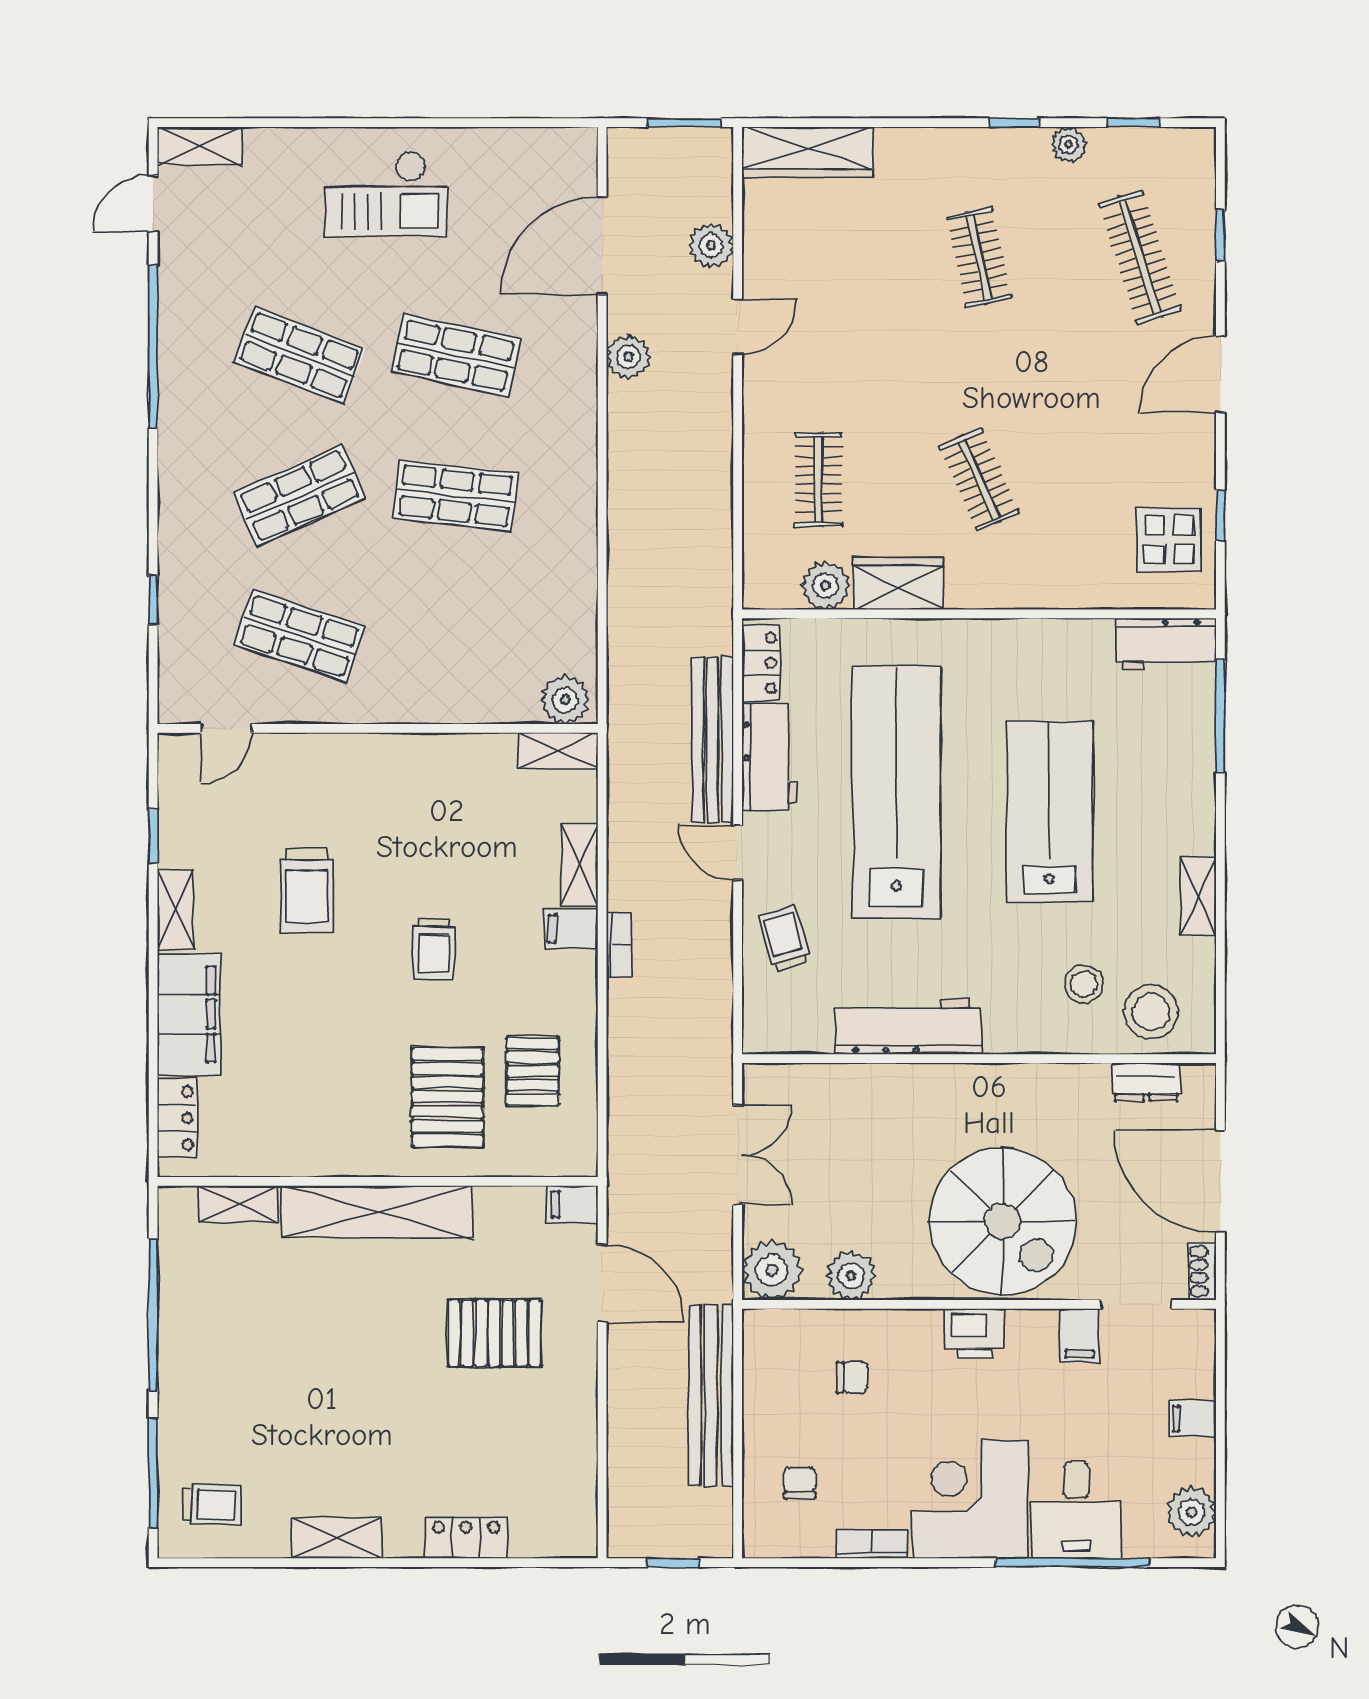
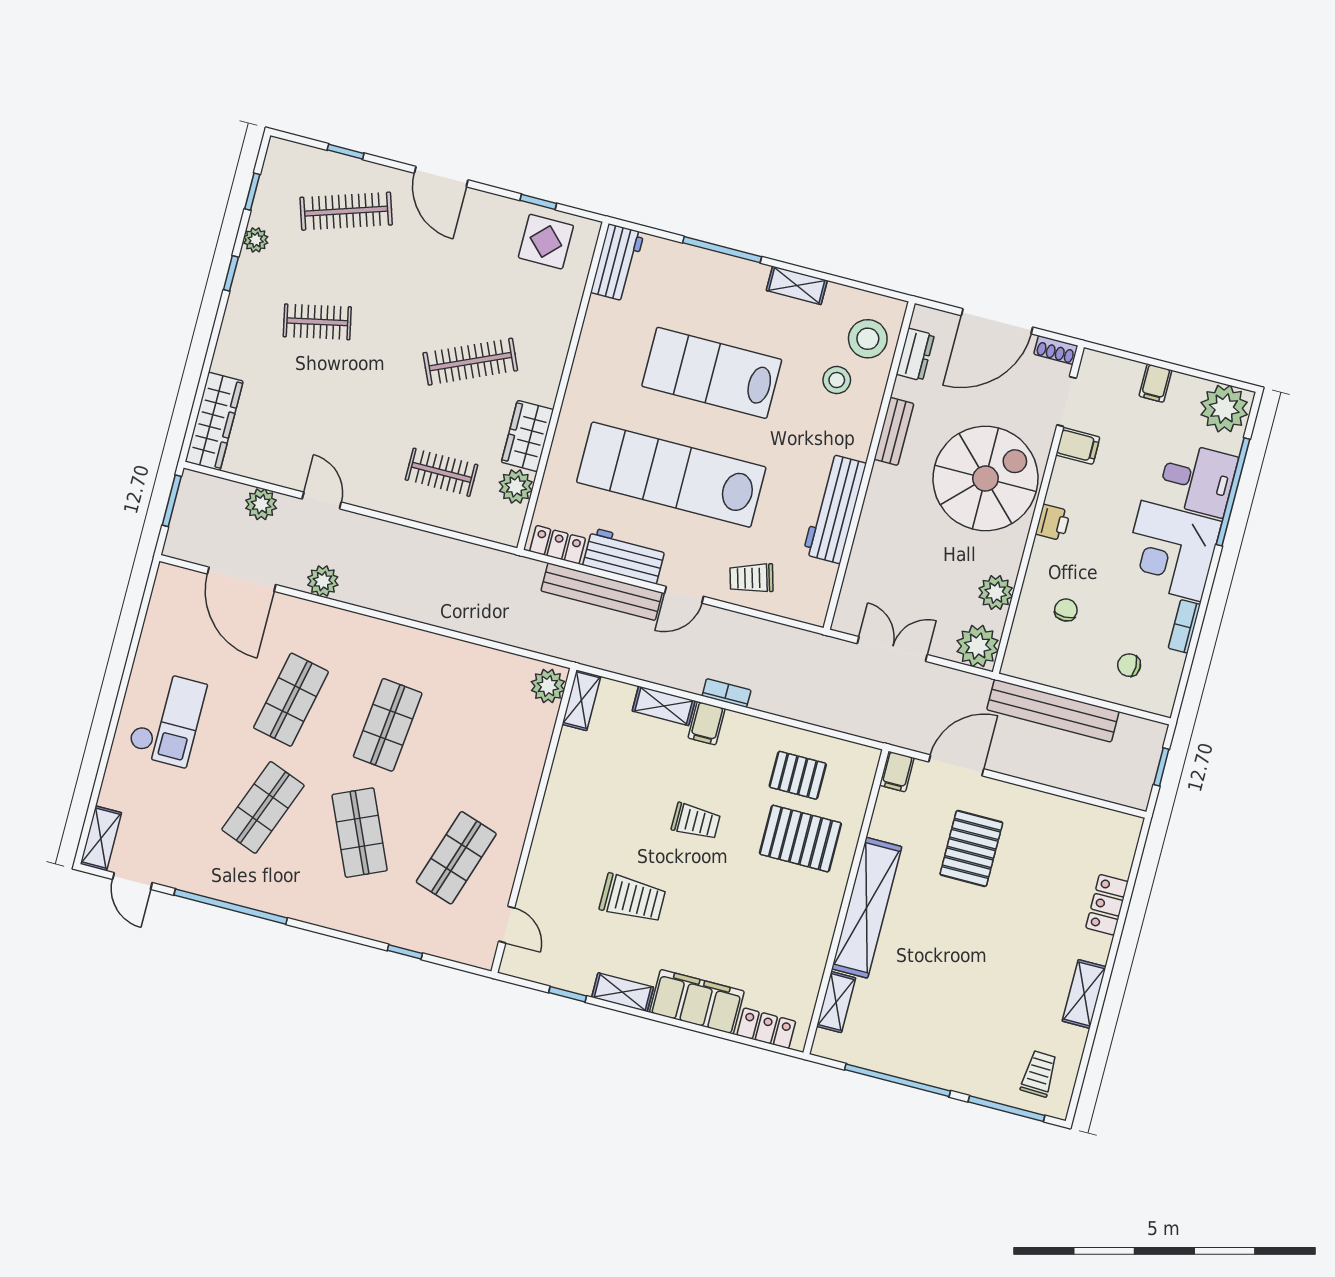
clothes rail: (979, 479) -> (470, 362), width x1.36
window: (1220, 716) -> (722, 250), moved
bench: (1034, 1080) -> (894, 431), added
printer: (975, 1333) -> (1053, 523), width x0.73, depth x0.81
plant: (1191, 1512) -> (1224, 408), width x1.36, depth x1.36

